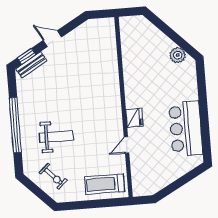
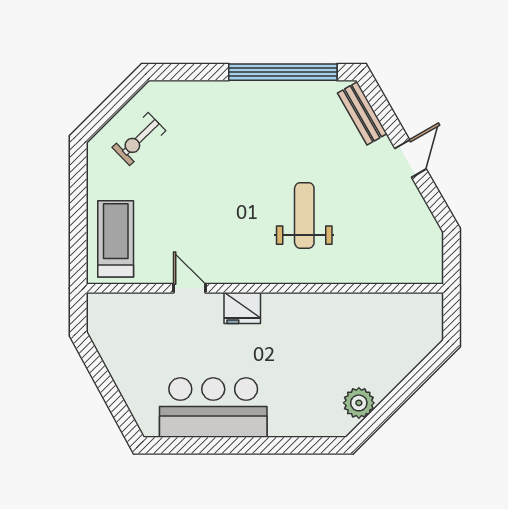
window: (27, 56) -> (380, 105), removed
window: (15, 125) -> (283, 72), moved
weight bench: (56, 137) -> (304, 215), moved, turned 180

